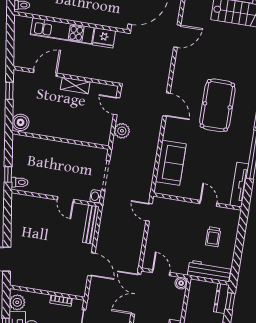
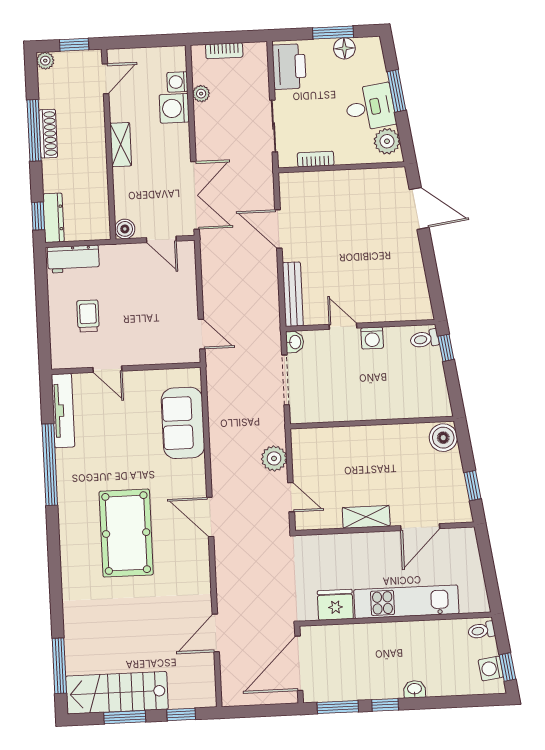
washing machine: (50, 189) -> (372, 338), added
workbench: (209, 271) -> (73, 259), width x0.73

